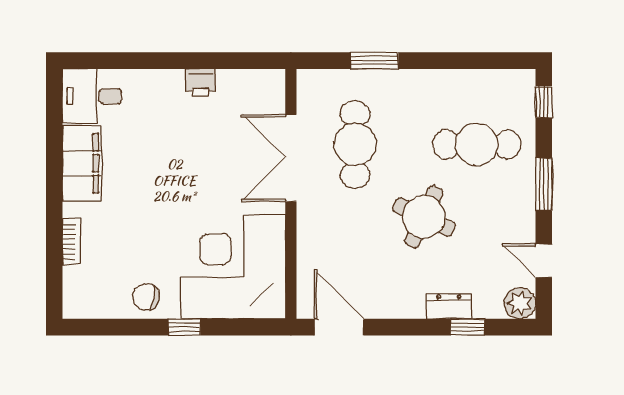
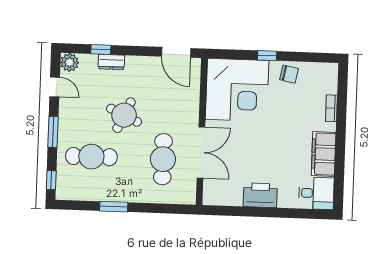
window: (374, 61) -> (114, 207), moved
printer: (200, 83) -> (260, 195), width x1.87, depth x1.48

